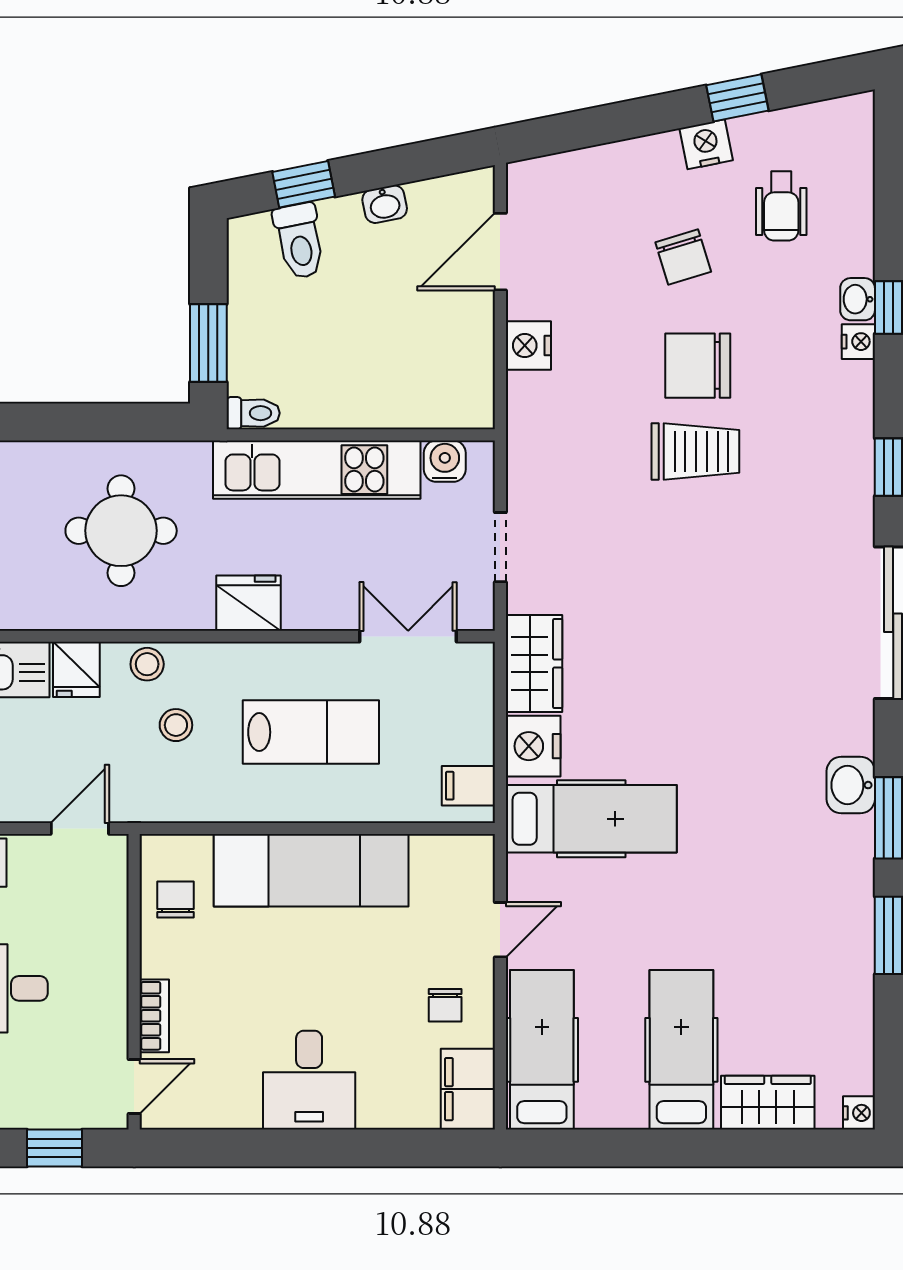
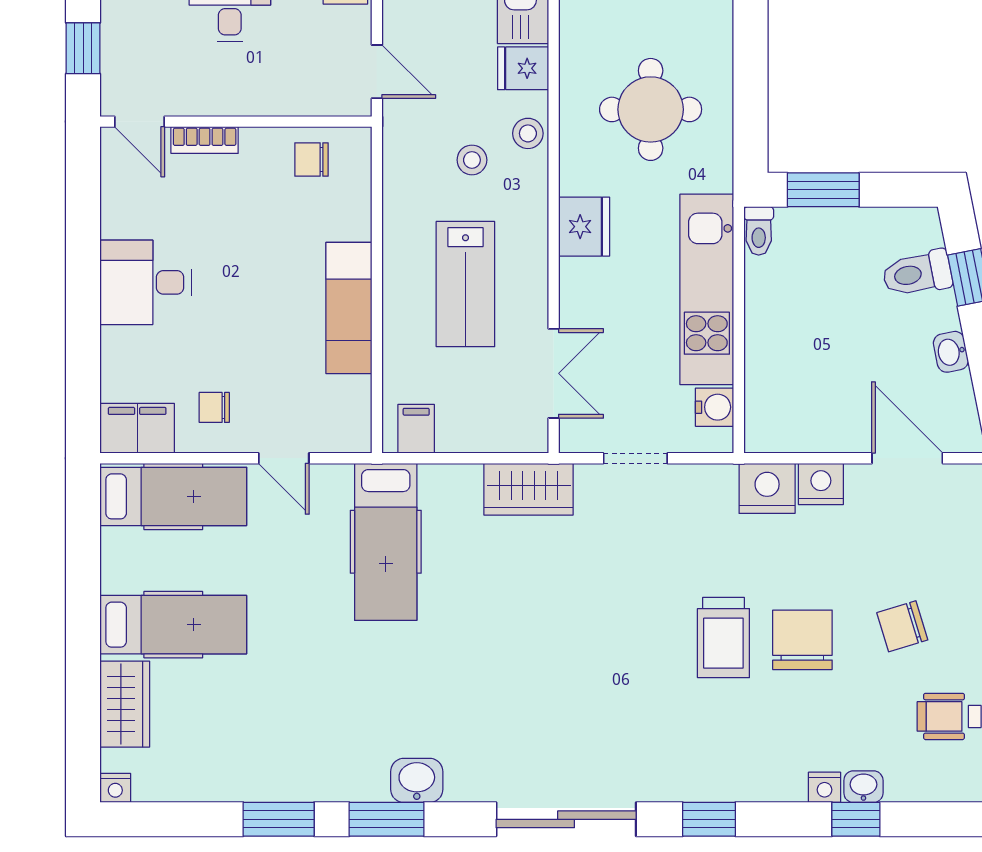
nightstand: (533, 746) -> (767, 488), moved
exam couch: (311, 870) -> (349, 308), width x0.73, depth x0.69
chair: (175, 900) -> (311, 160), turned 180

